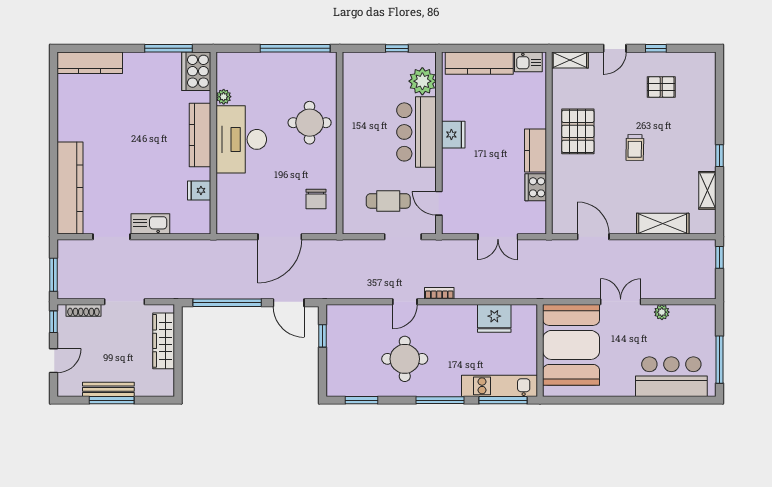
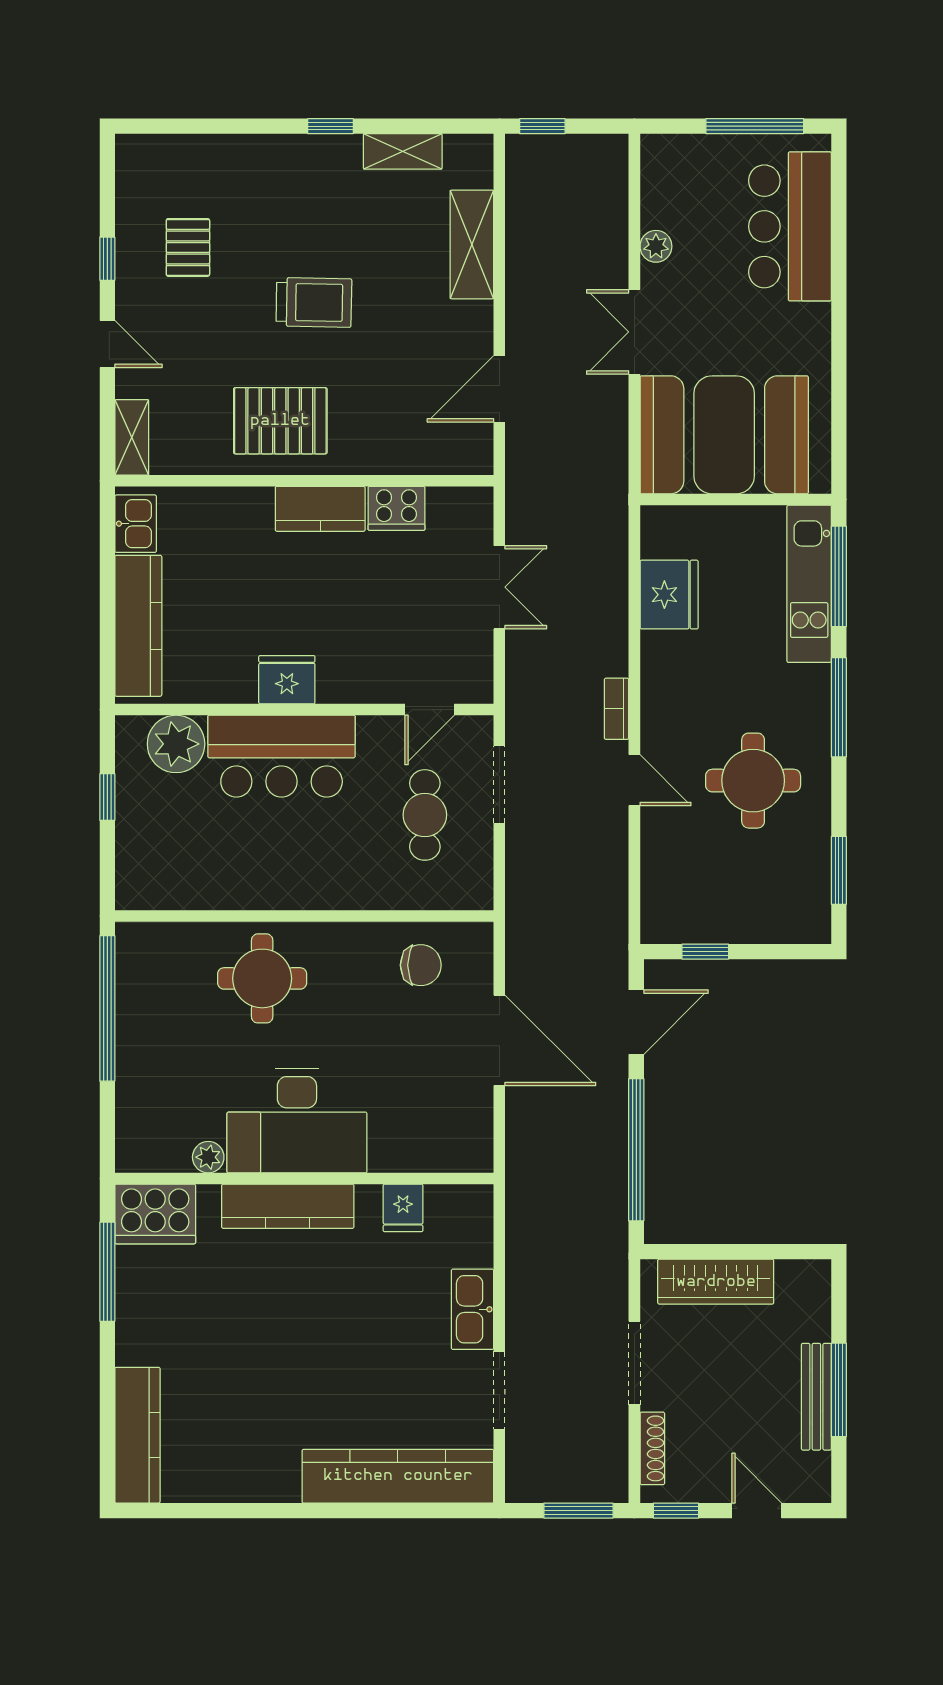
trolley: (635, 148) -> (314, 302), width x1.36, depth x1.39

